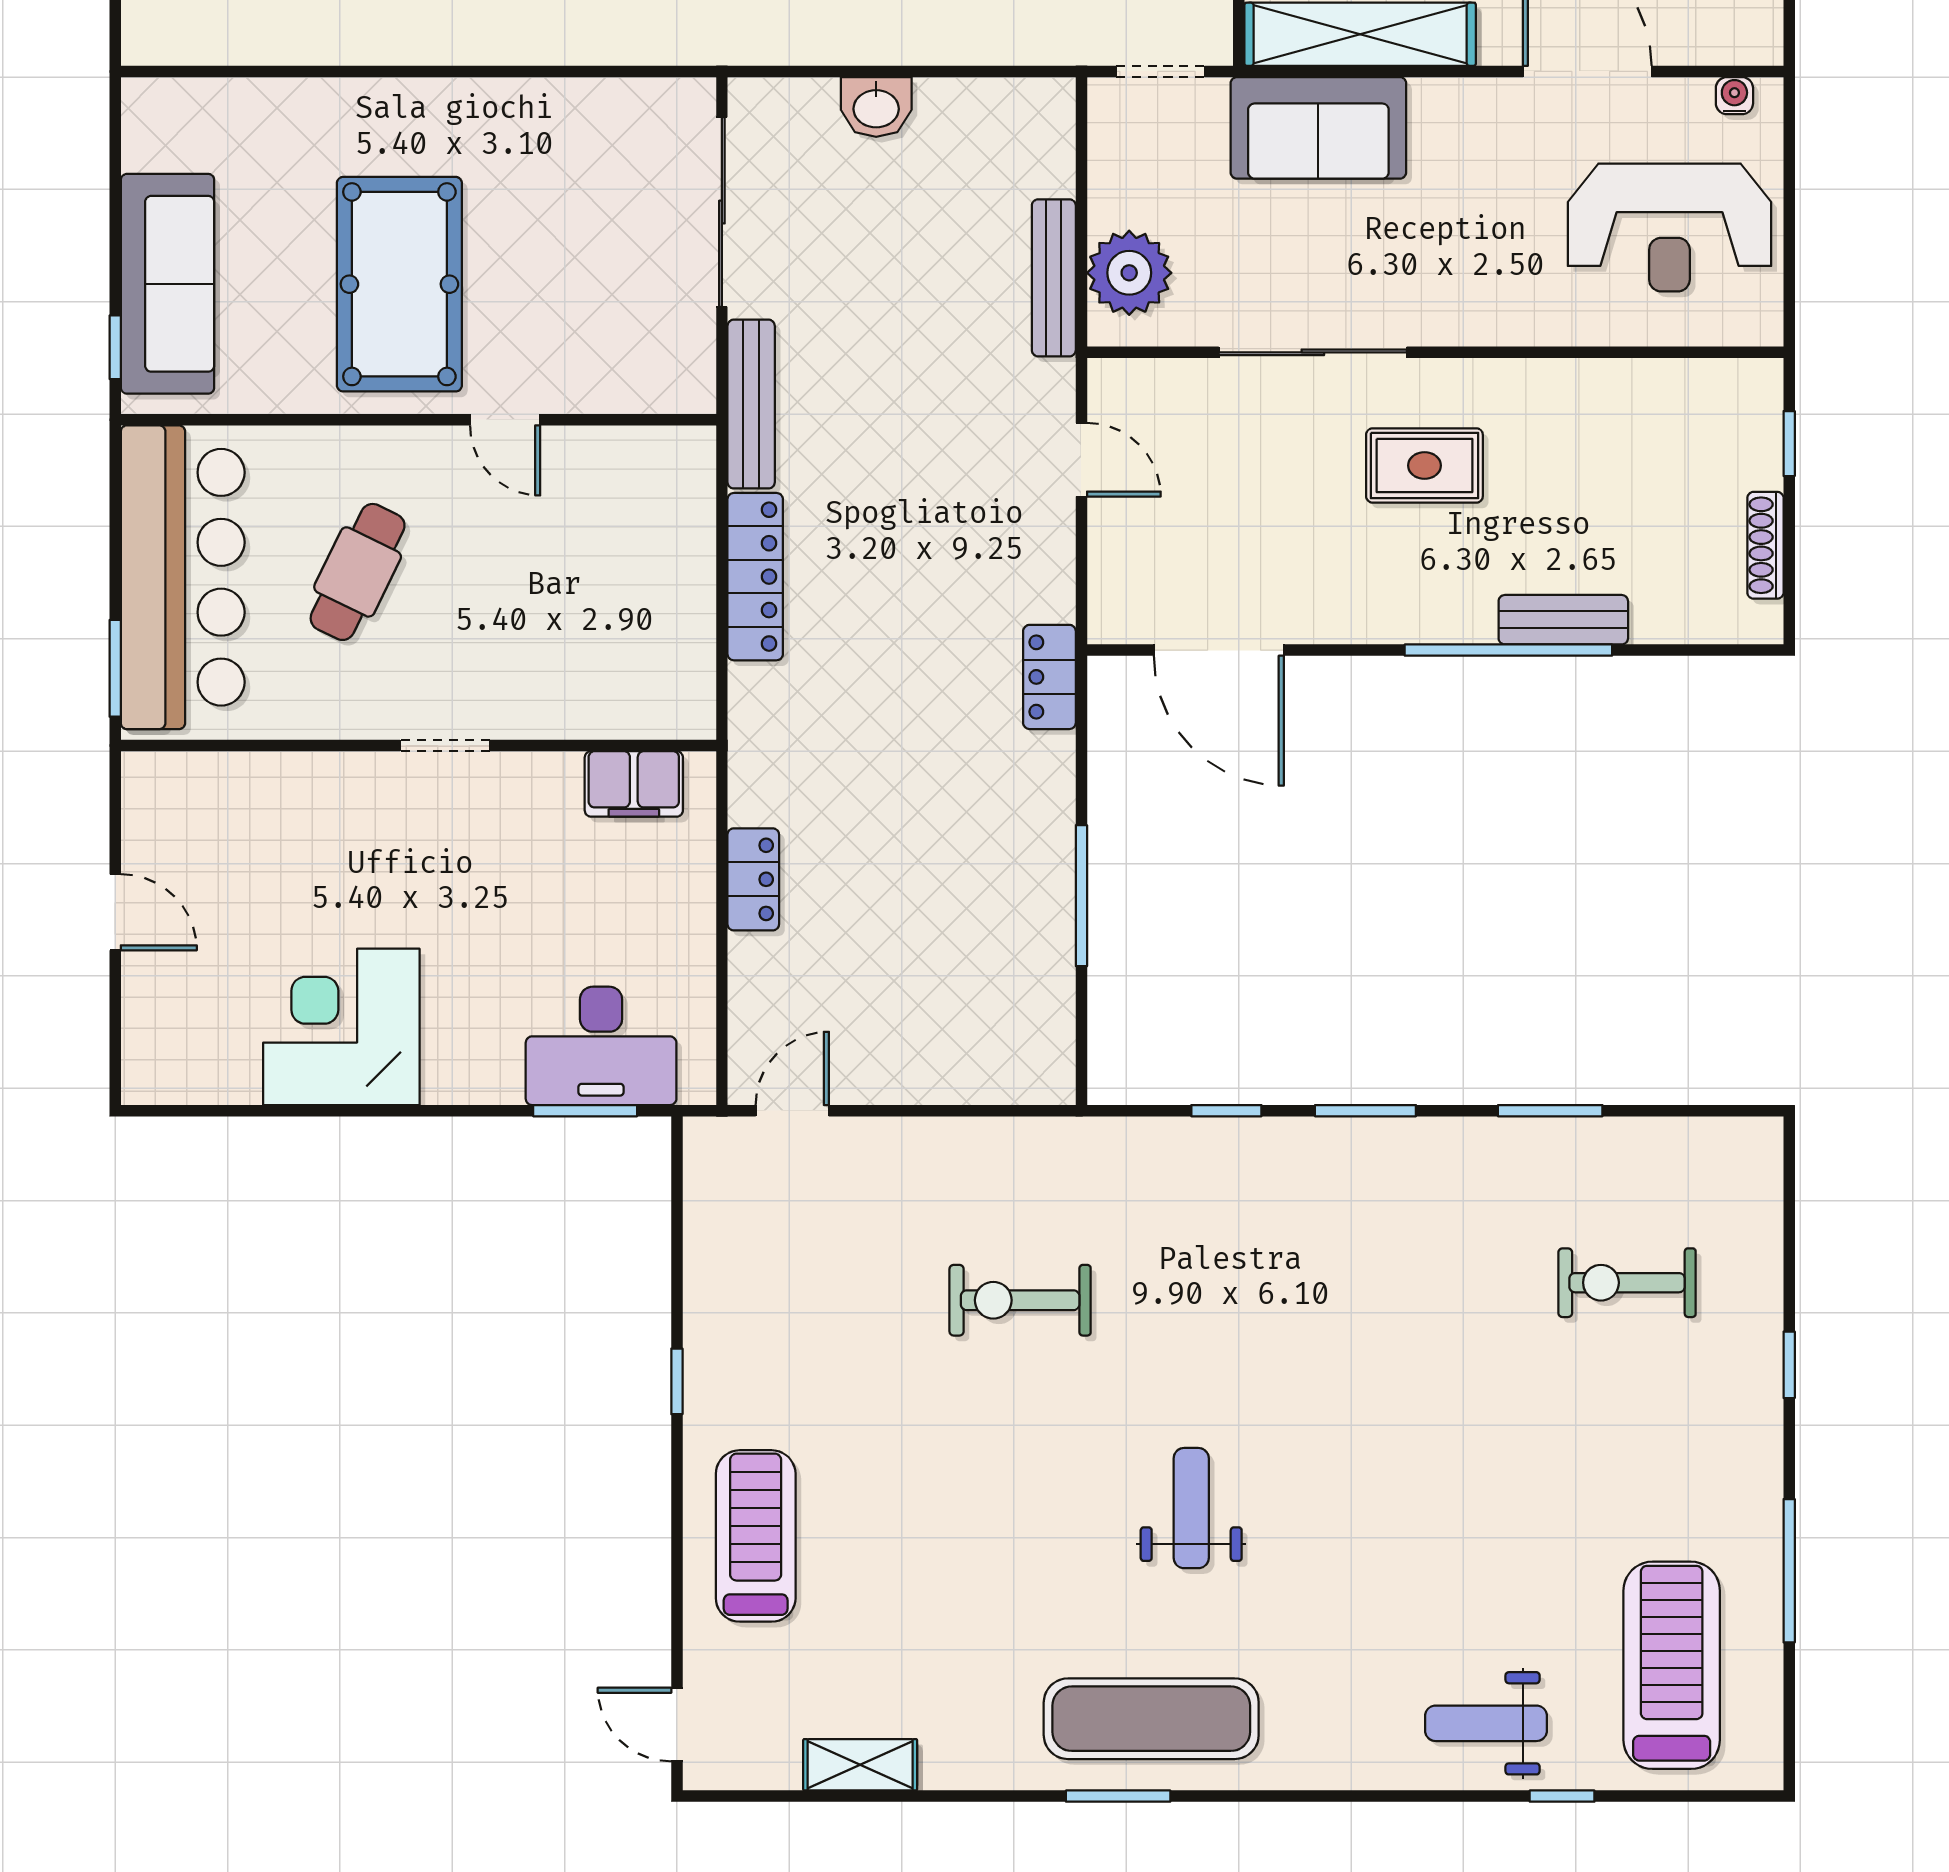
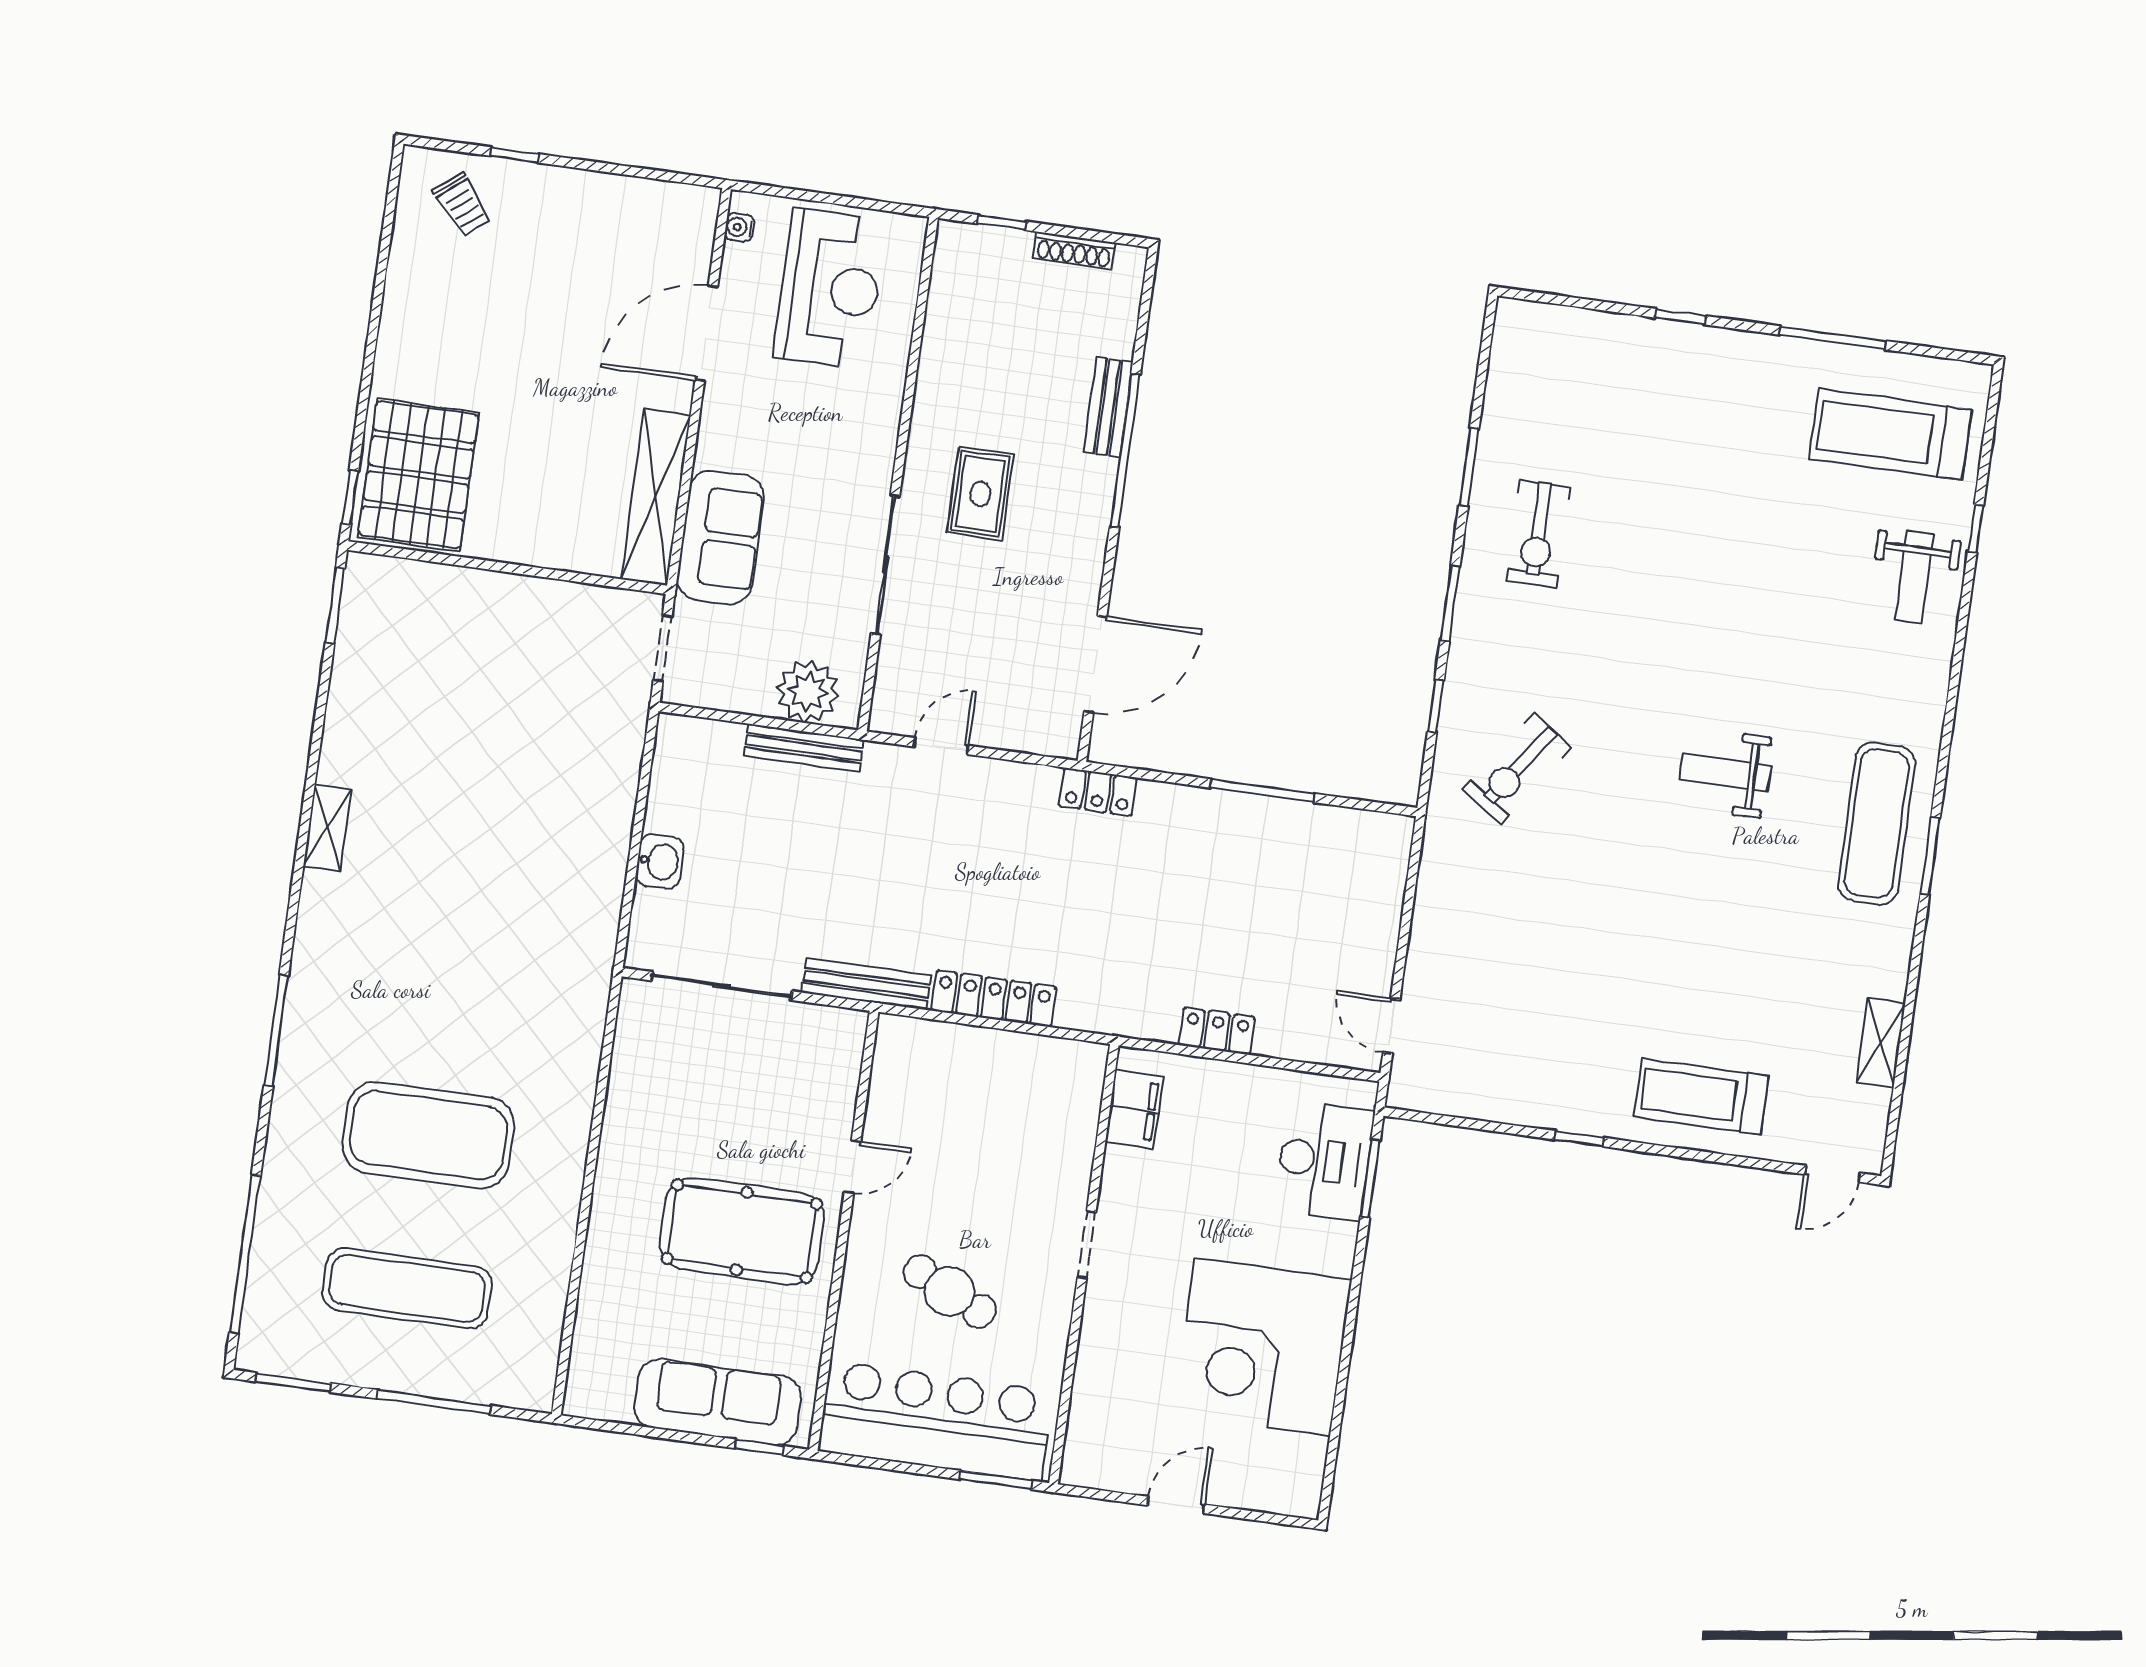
corner desk: (341, 1027) -> (1263, 1347), width x1.36, depth x1.36
exercise bike: (1627, 1283) -> (1538, 534), moved
exercise bike: (1020, 1300) -> (1517, 769), moved, turned 35

